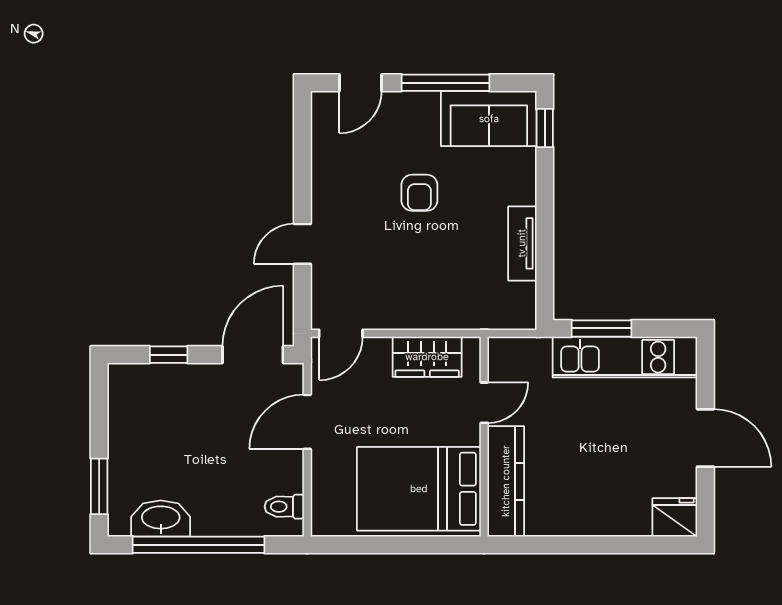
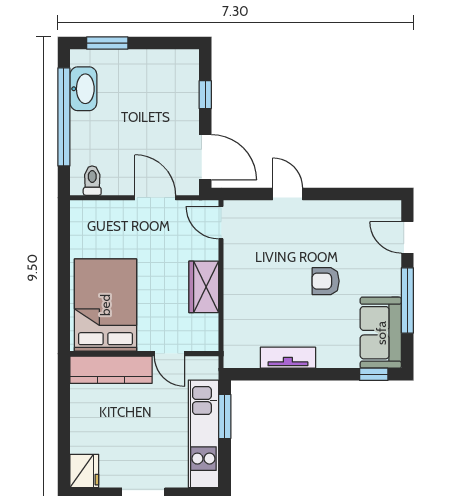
door: (484, 403) -> (170, 354), moved
wall: (484, 437) -> (144, 354), moved
kitchen counter: (506, 481) -> (111, 370), moved
bed: (419, 489) -> (105, 305), moved

